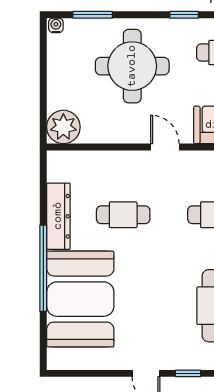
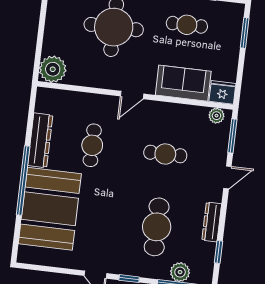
door: (165, 147) -> (132, 95), swing flipped
cafe table: (123, 215) -> (92, 145), turned 90

